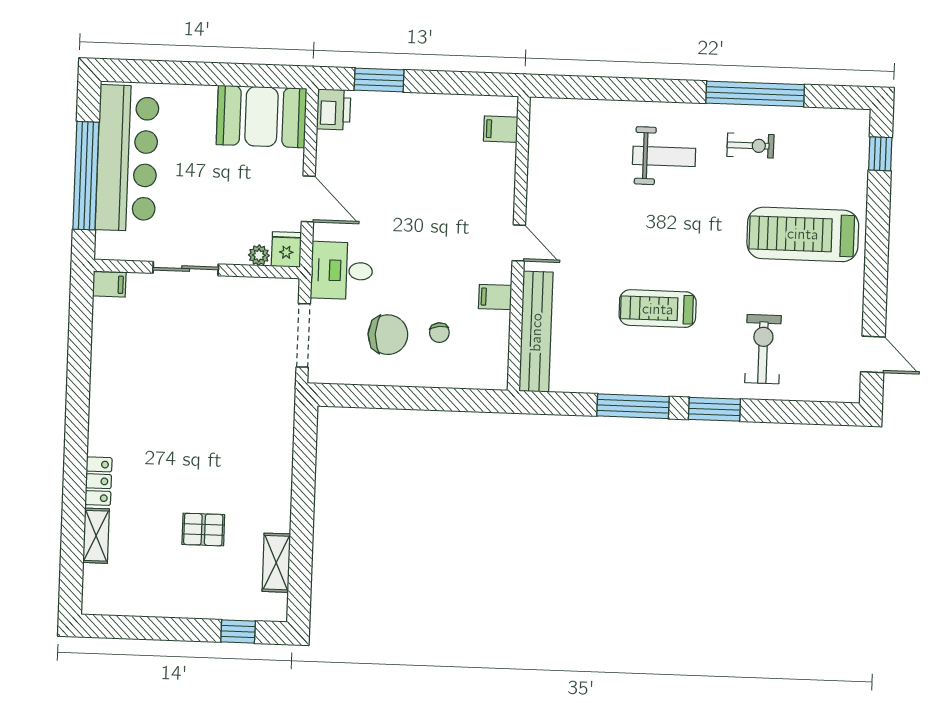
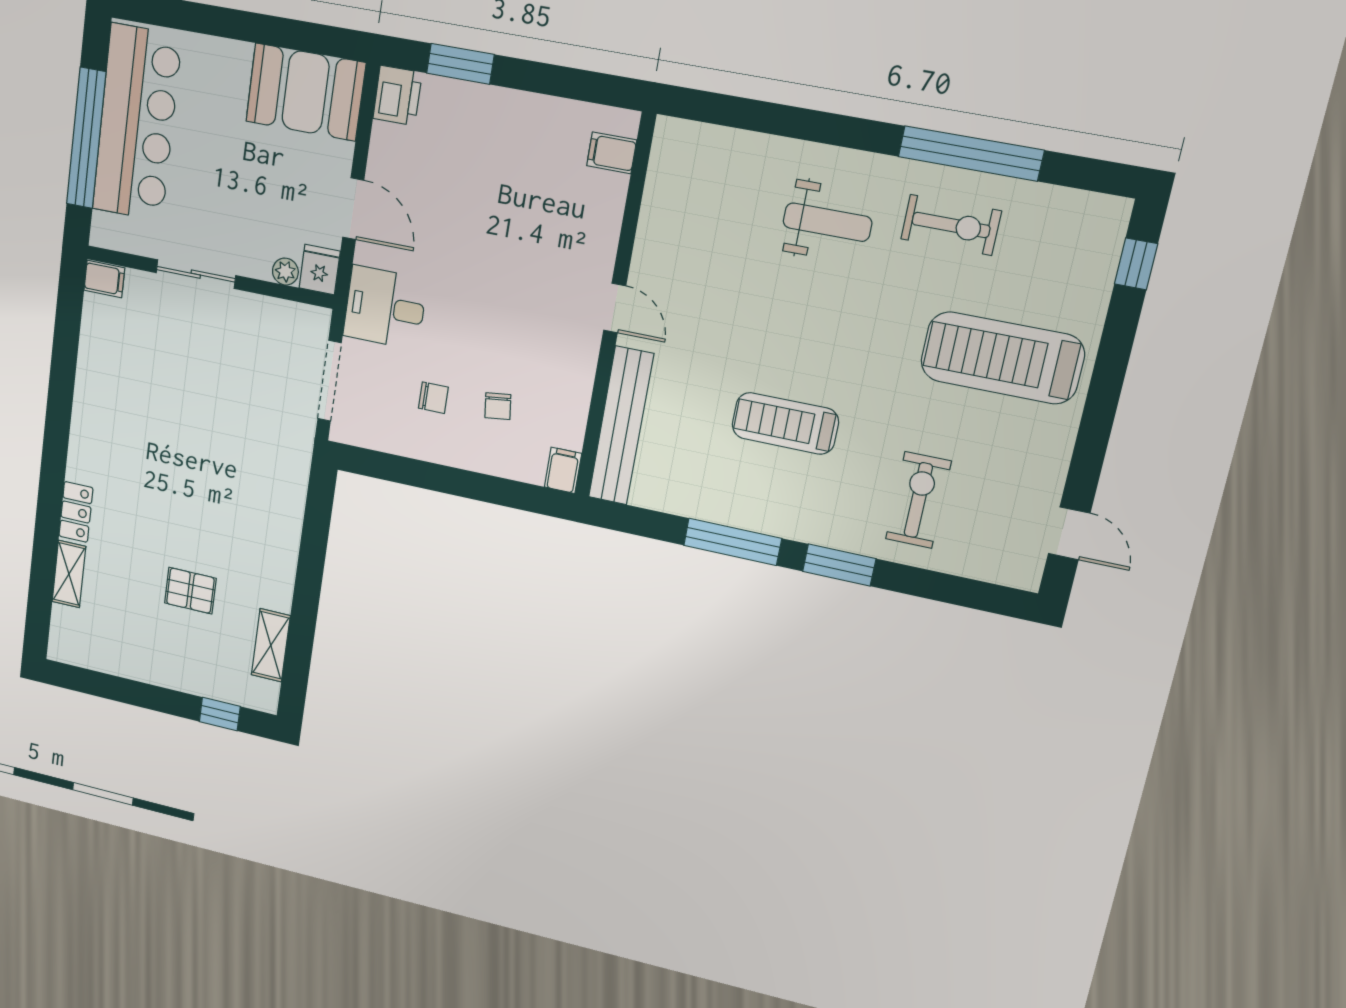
exercise bike: (750, 146) -> (951, 225), width x1.38, depth x1.39
filing cabinet: (495, 297) -> (563, 470), moved, turned 90
chair: (388, 335) -> (433, 398), width x0.54, depth x0.54

